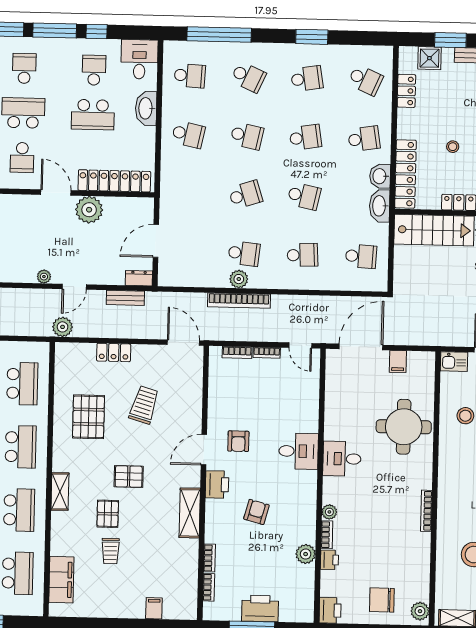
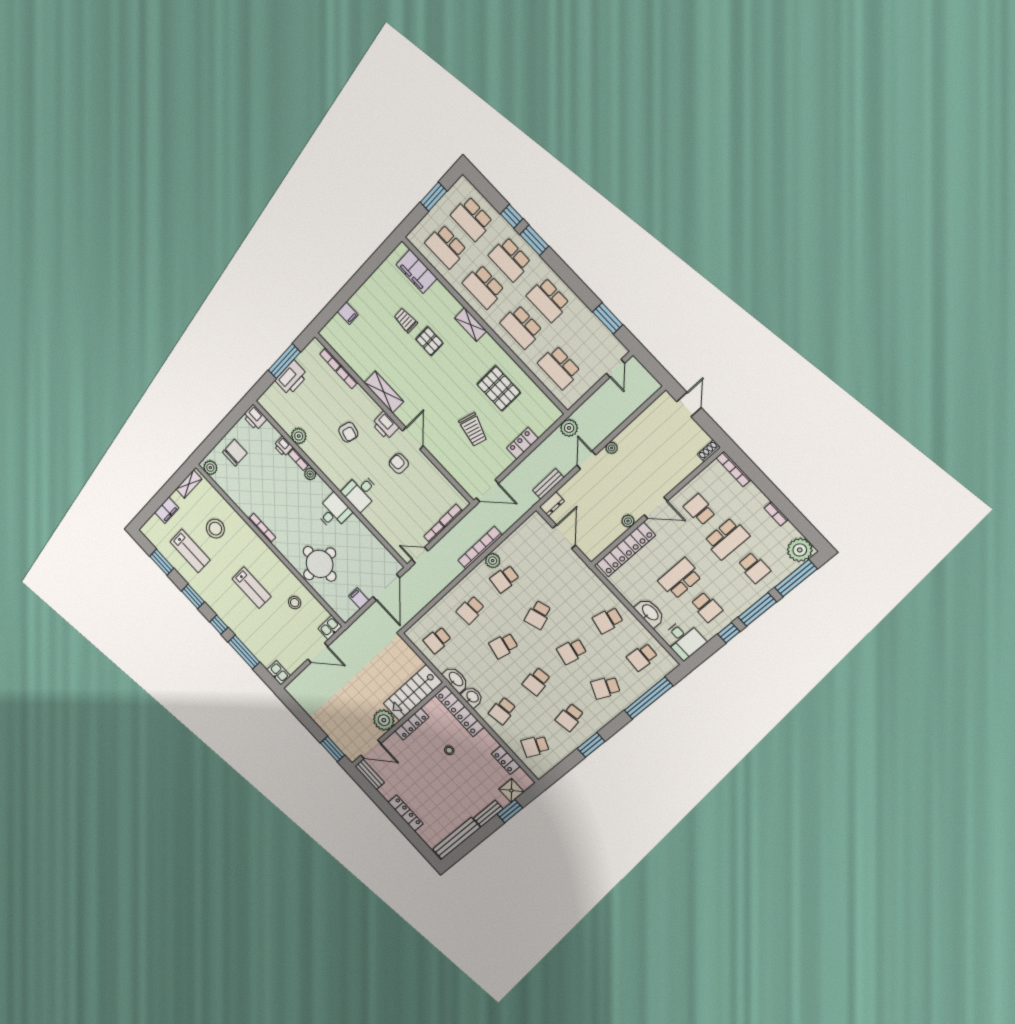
plant: (89, 210) -> (628, 521), width x0.53, depth x0.53
pallet: (129, 477) -> (440, 377), removed

